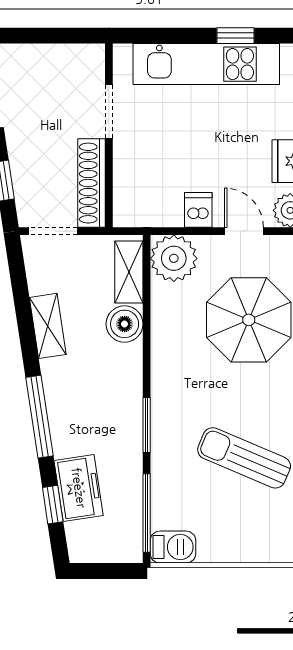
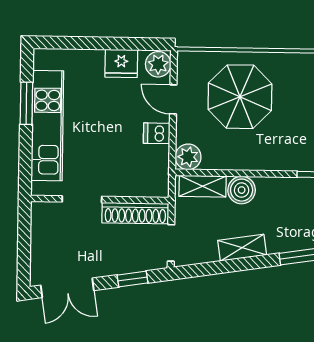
window: (235, 36) -> (26, 103), width x1.50
door: (244, 231) -> (173, 99), hinge flipped
plant: (174, 258) -> (188, 157), width x0.73, depth x0.73

